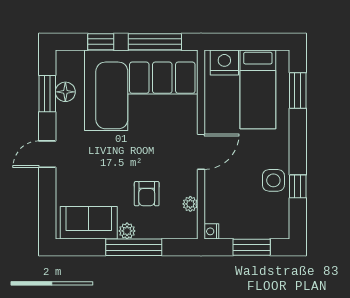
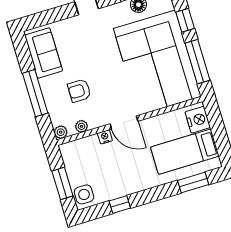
side table: (273, 180) -> (84, 194), moved
plant: (127, 231) -> (61, 132), moved
nightstand: (211, 231) -> (105, 137), moved

